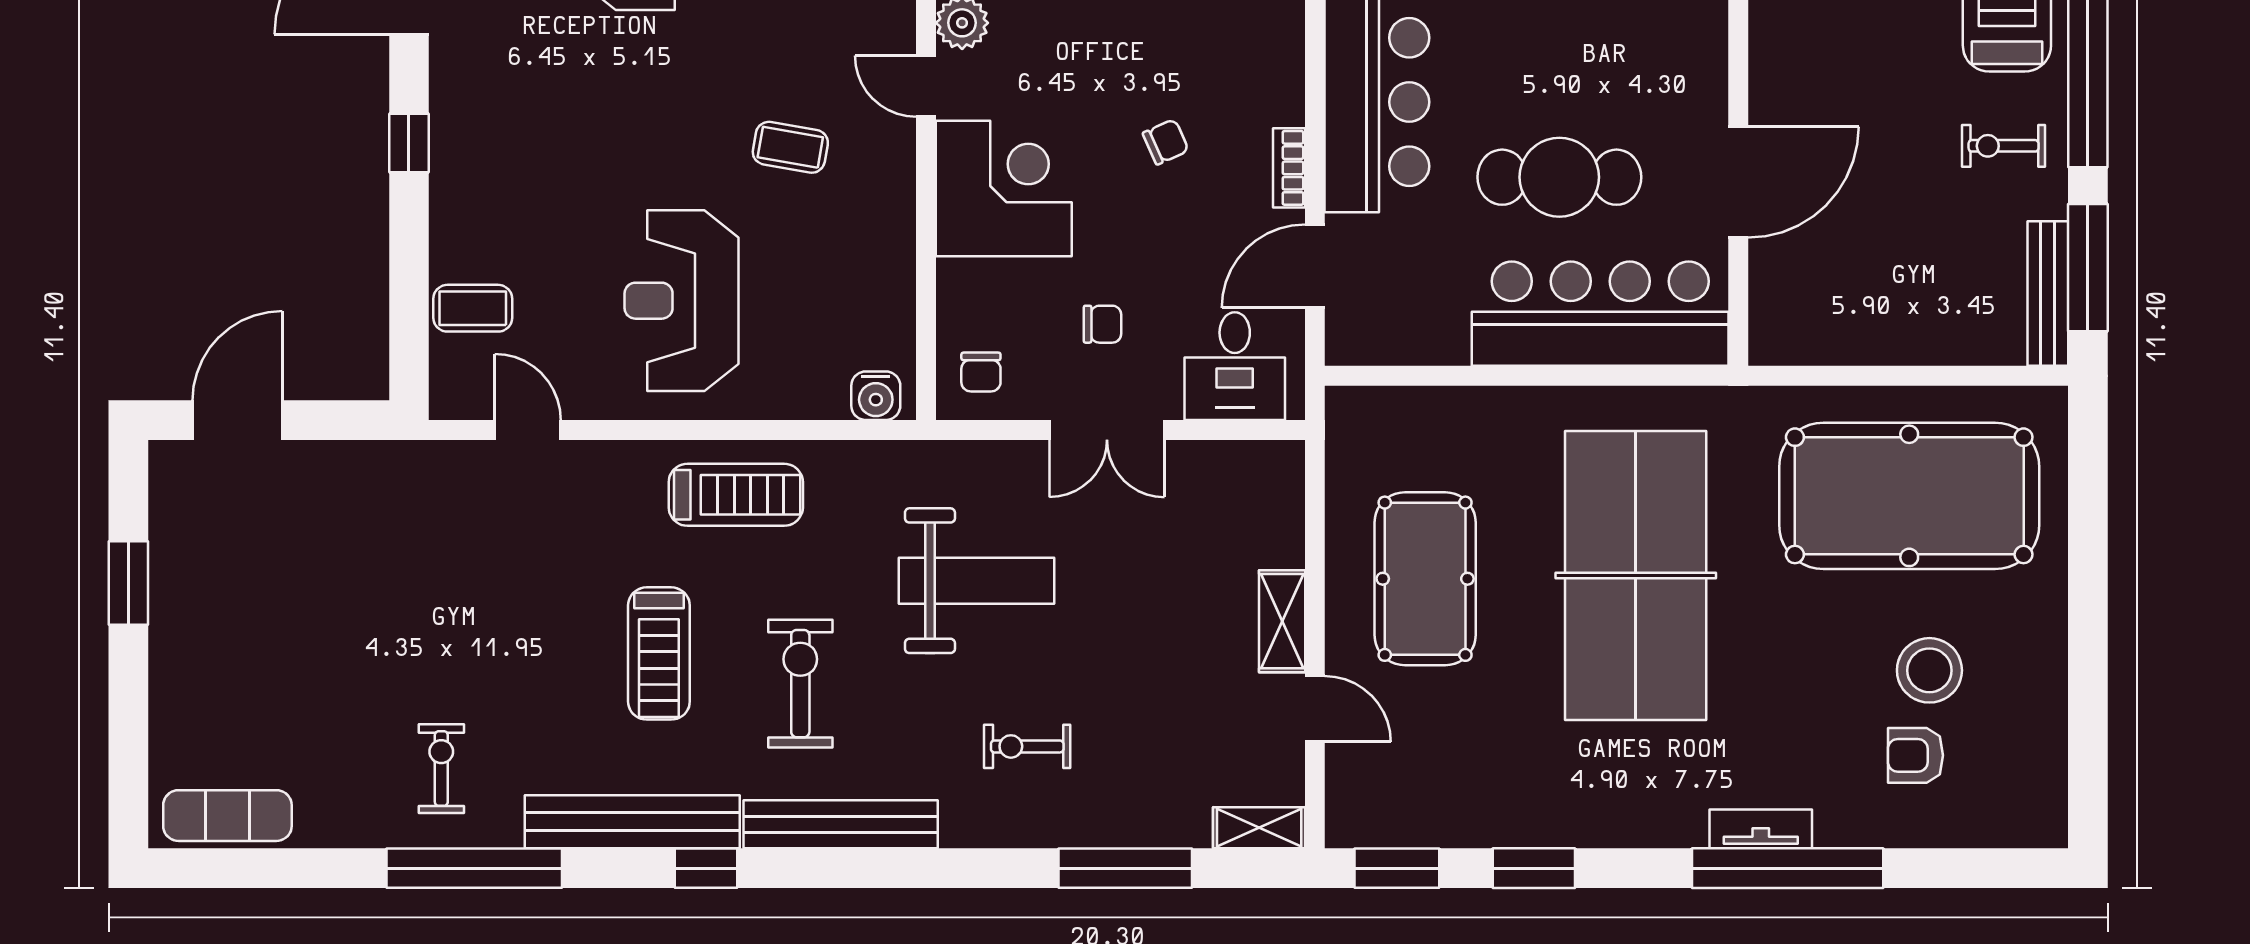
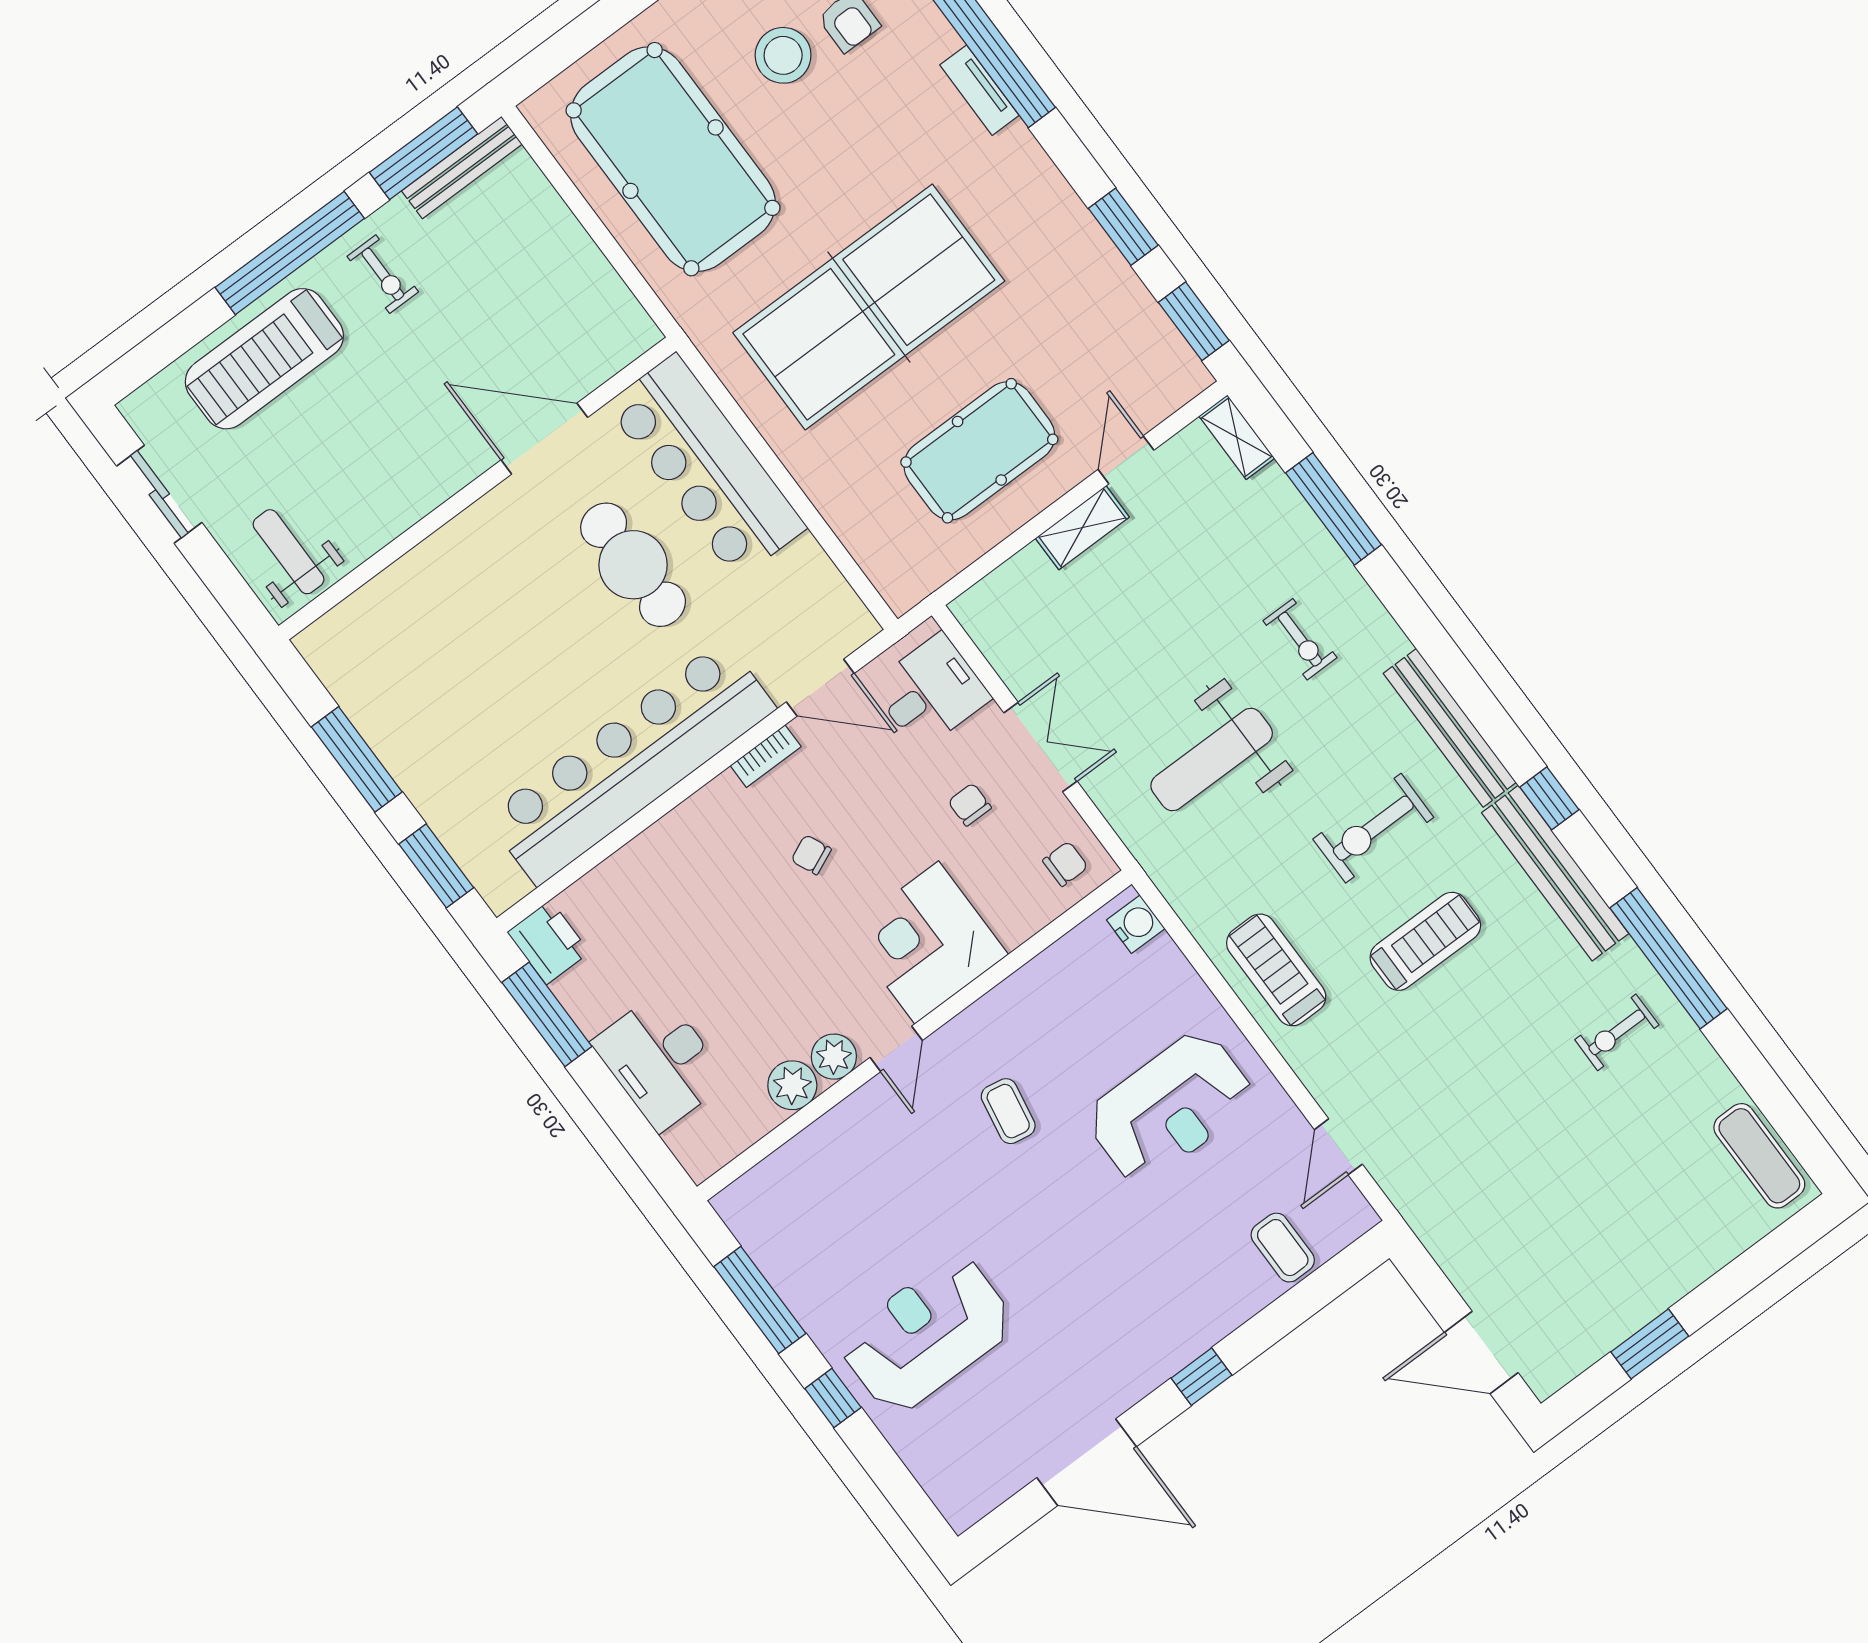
weight bench: (976, 581) -> (1212, 759), turned -90

